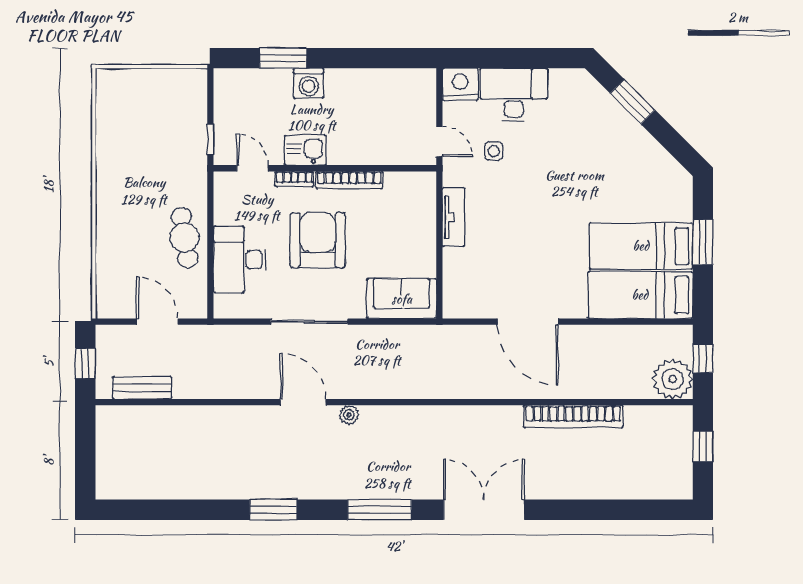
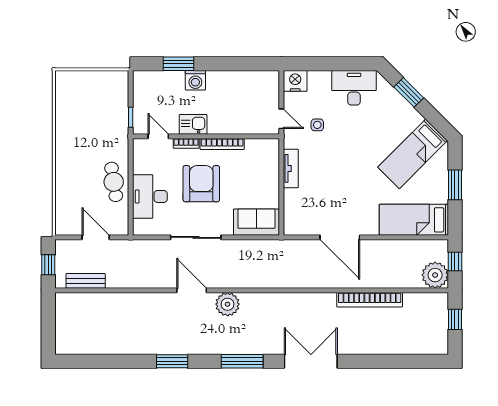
desk: (514, 95) -> (354, 88), moved
bed: (641, 246) -> (413, 154), moved, turned -45
plant: (349, 415) -> (228, 304), width x1.87, depth x1.87

